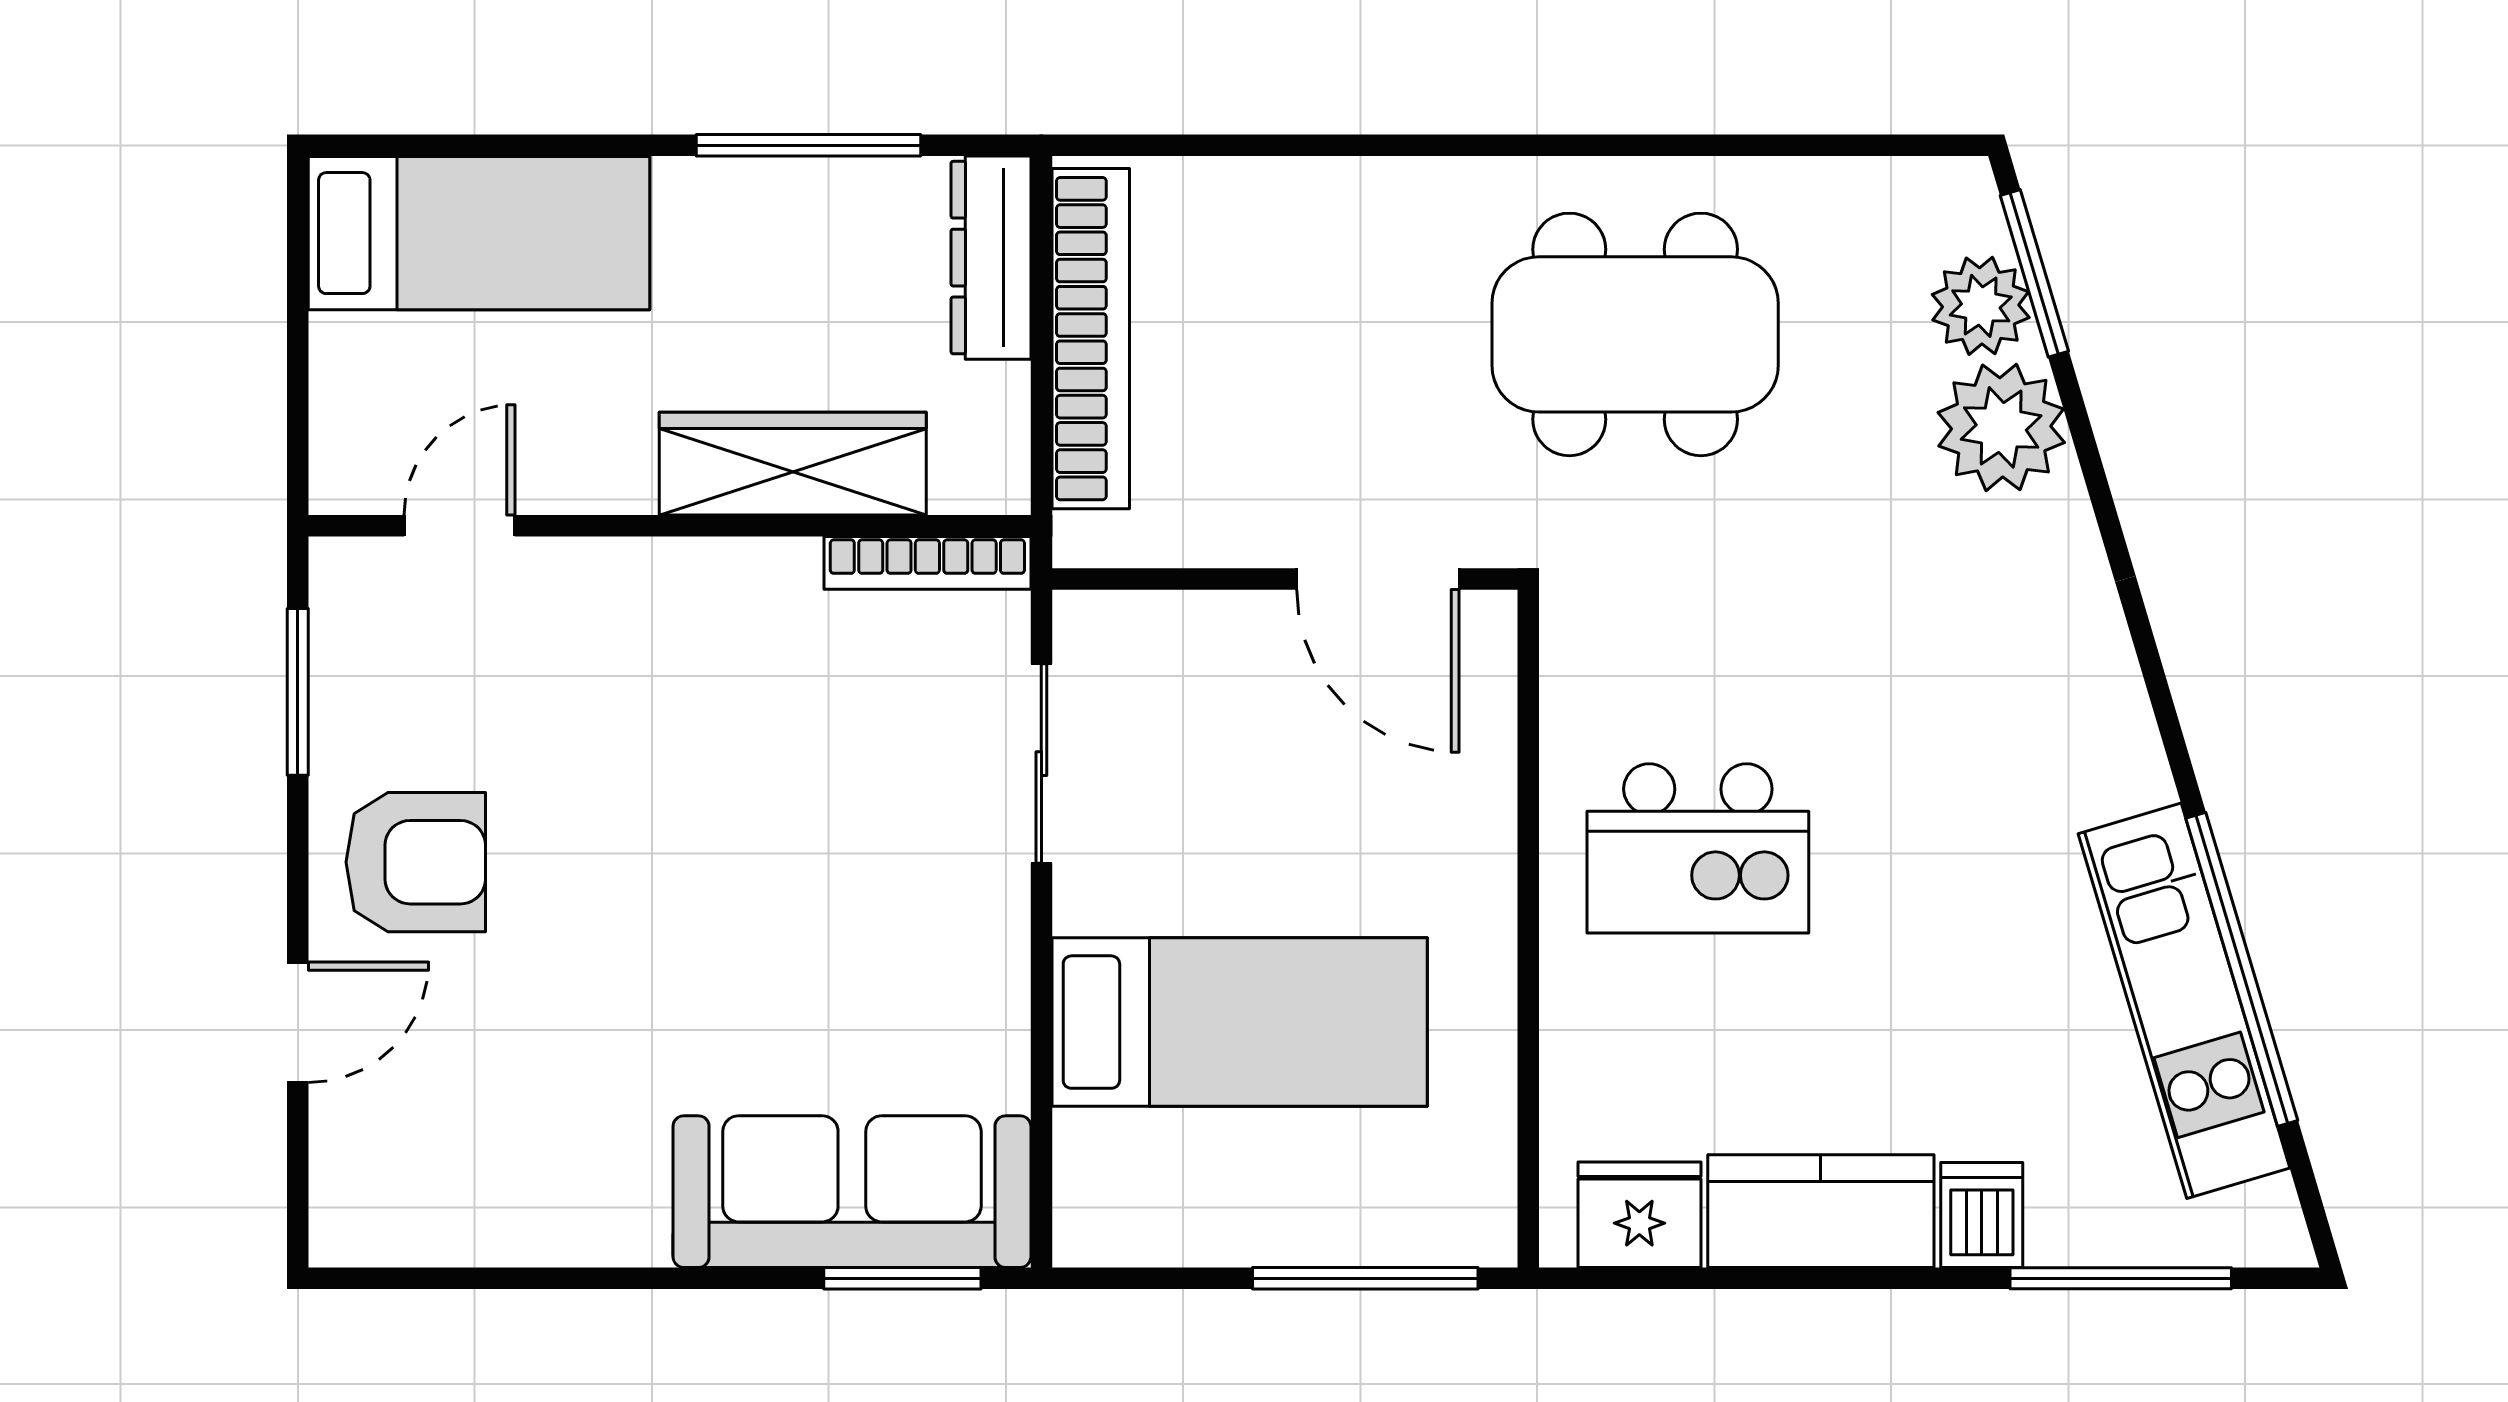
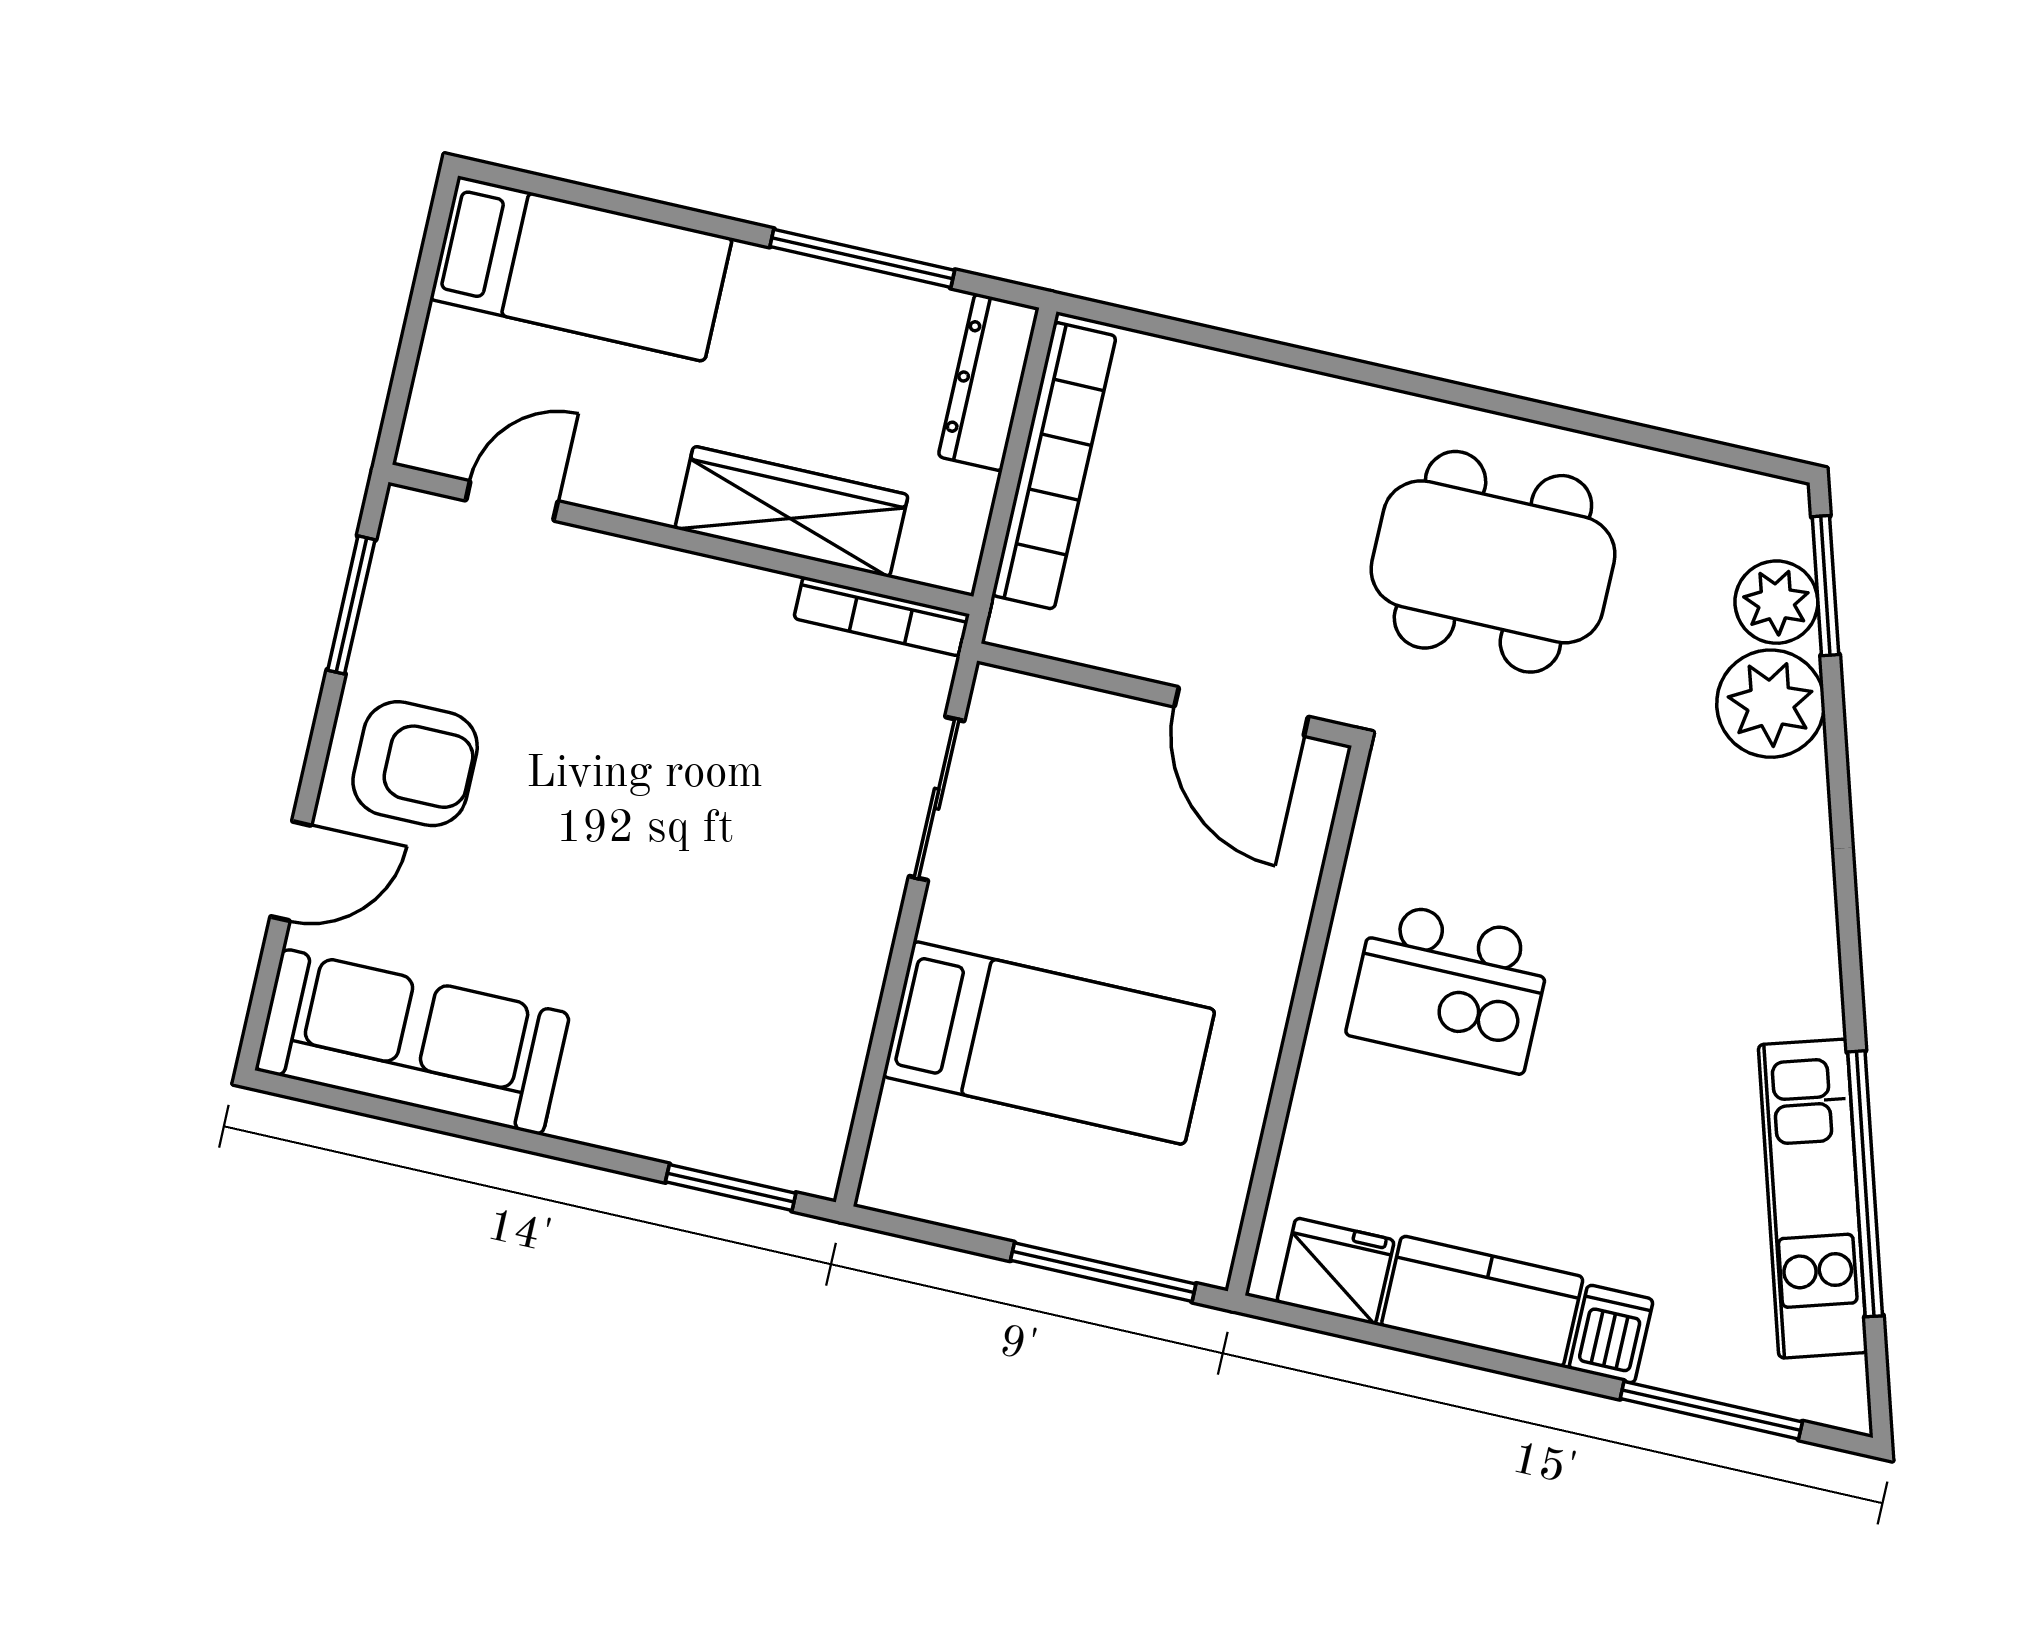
sofa: (852, 1192) -> (412, 1042), moved

